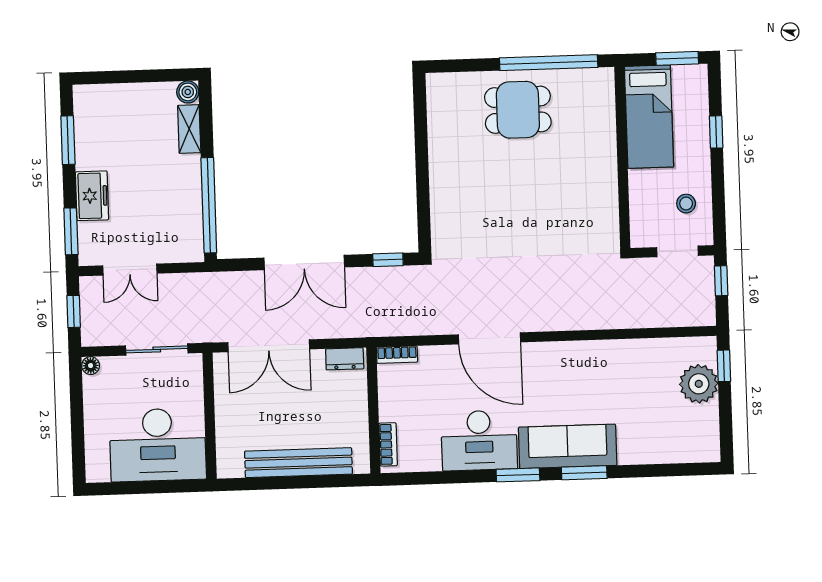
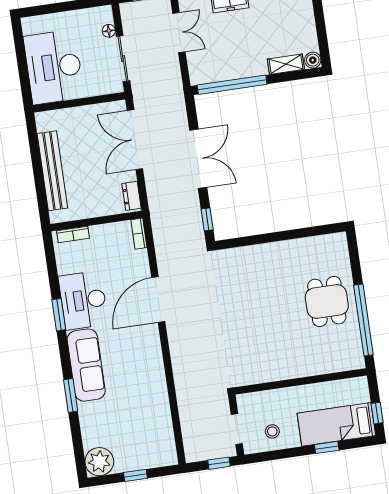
window: (677, 58) -> (377, 413), width x0.67
bed: (649, 117) -> (336, 424), moved
double door: (304, 263) -> (198, 159), swing flipped
double door: (130, 270) -> (179, 33), swing flipped
floor lamp: (91, 366) -> (109, 31), moved
window: (724, 366) -> (135, 475), moved
plant: (699, 384) -> (99, 462), moved
window: (584, 473) -> (71, 395), moved
window: (518, 475) -> (59, 315), moved

